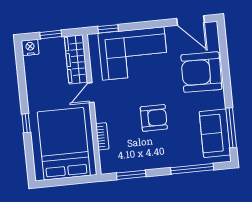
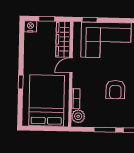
armchair: (154, 118) -> (115, 90), turned 90
plant: (108, 160) -> (78, 116), added
window: (131, 175) -> (105, 130), moved

